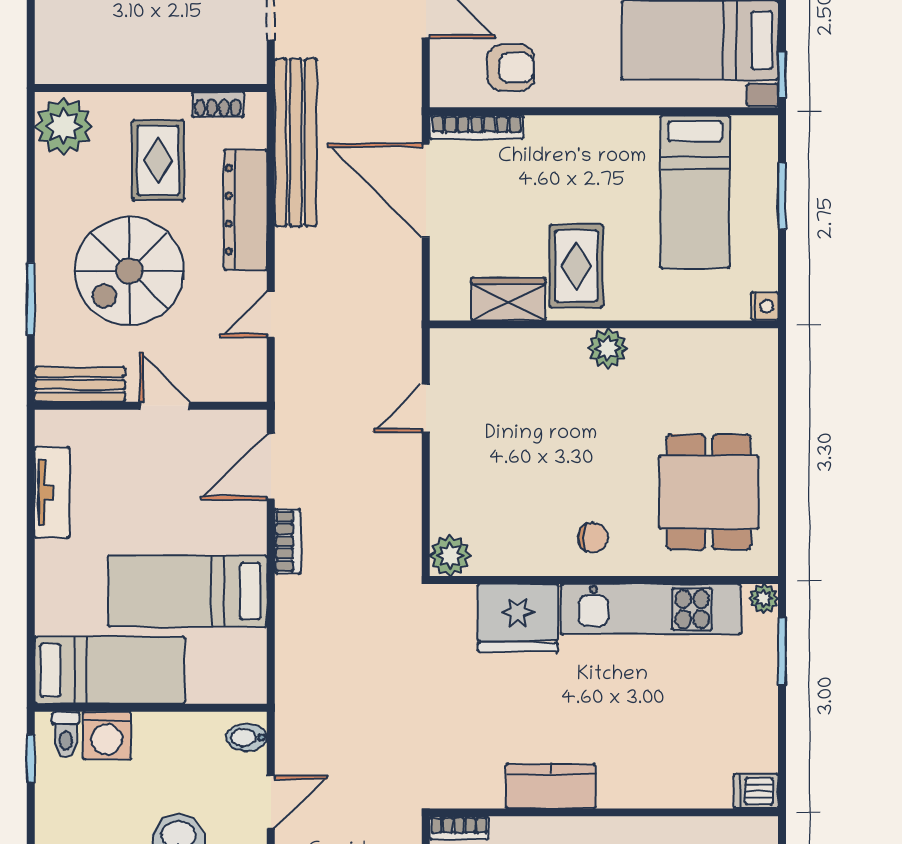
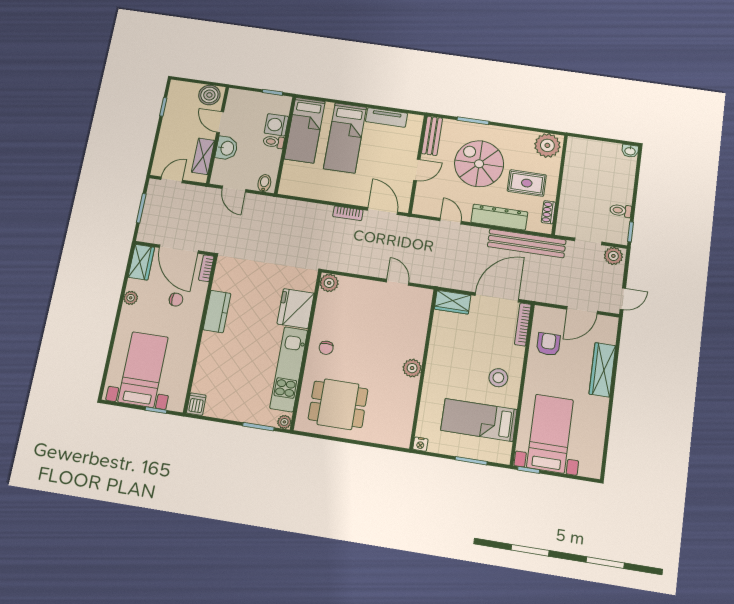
armchair: (511, 68) -> (548, 344), turned 180
stool: (599, 163) -> (498, 378), added
rug: (576, 266) -> (452, 360), removed
wardrobe: (508, 299) -> (453, 302), moved, turned 90
bed: (187, 591) -> (345, 138), moved, turned 180
toilet: (66, 734) -> (274, 142), moved

